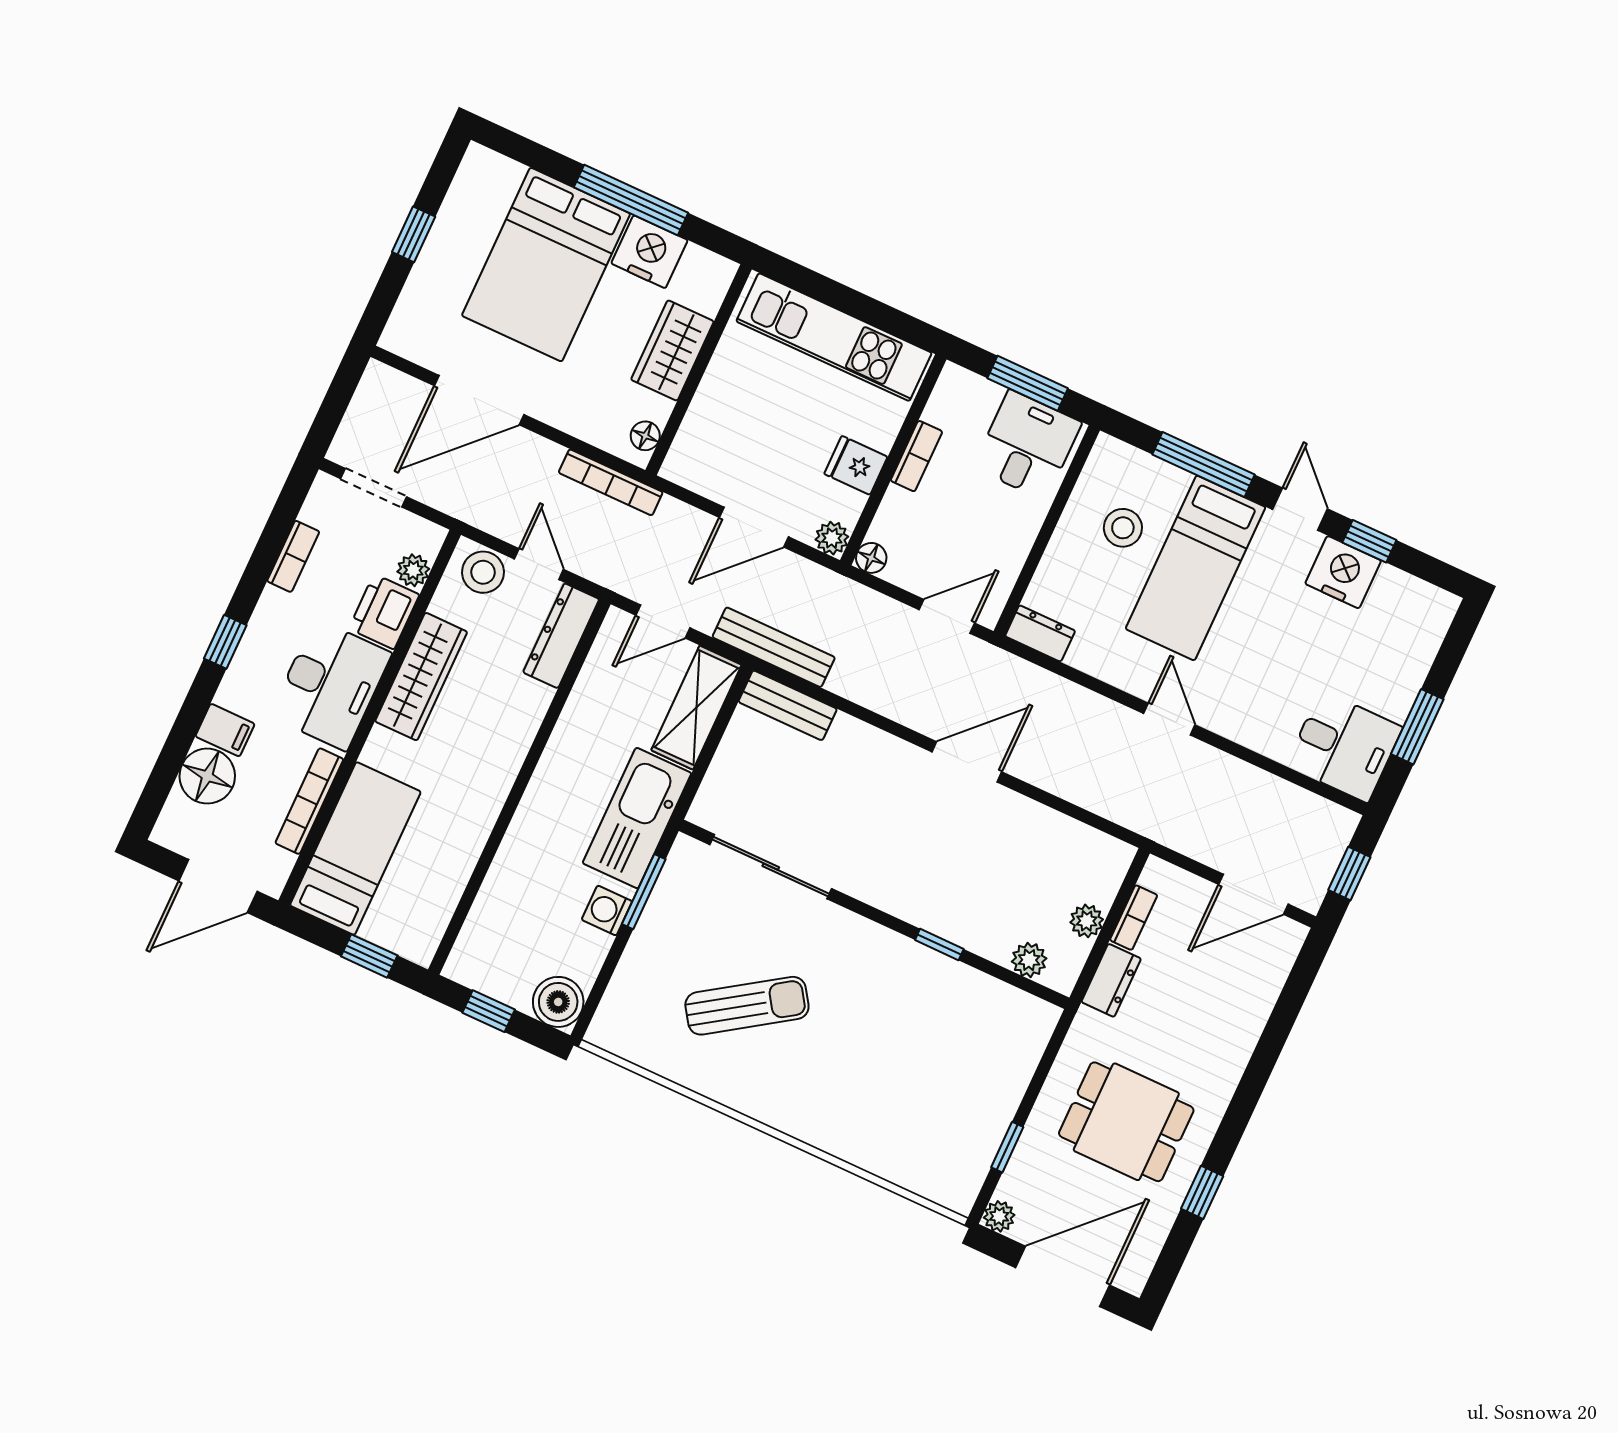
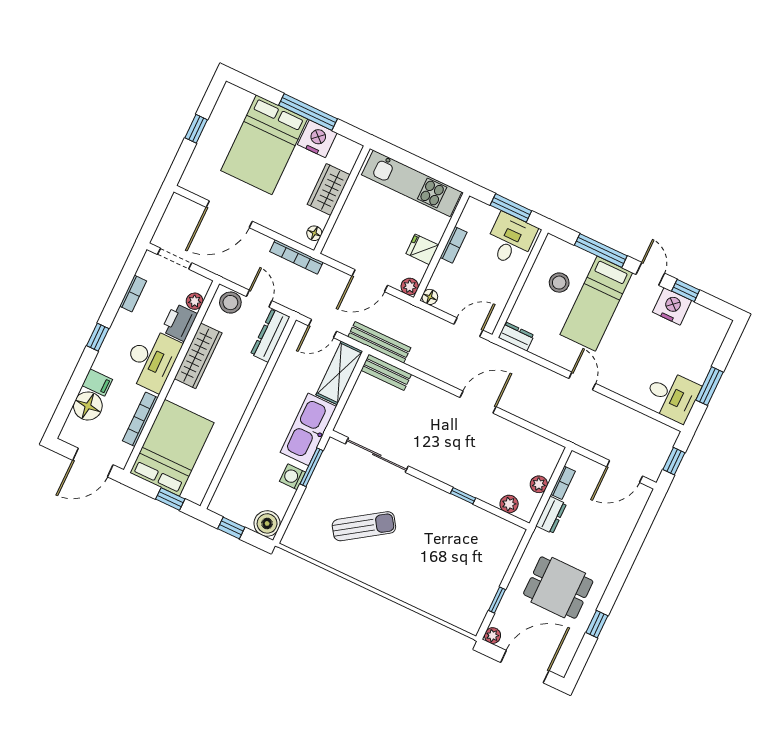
bed: (355, 848) -> (172, 448), width x1.50

